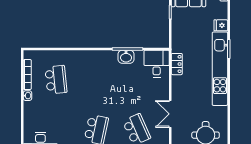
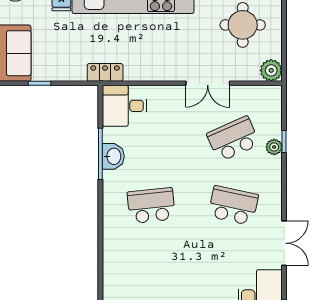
locker: (177, 64) -> (105, 72), moved
school desk: (56, 80) -> (151, 205), moved

